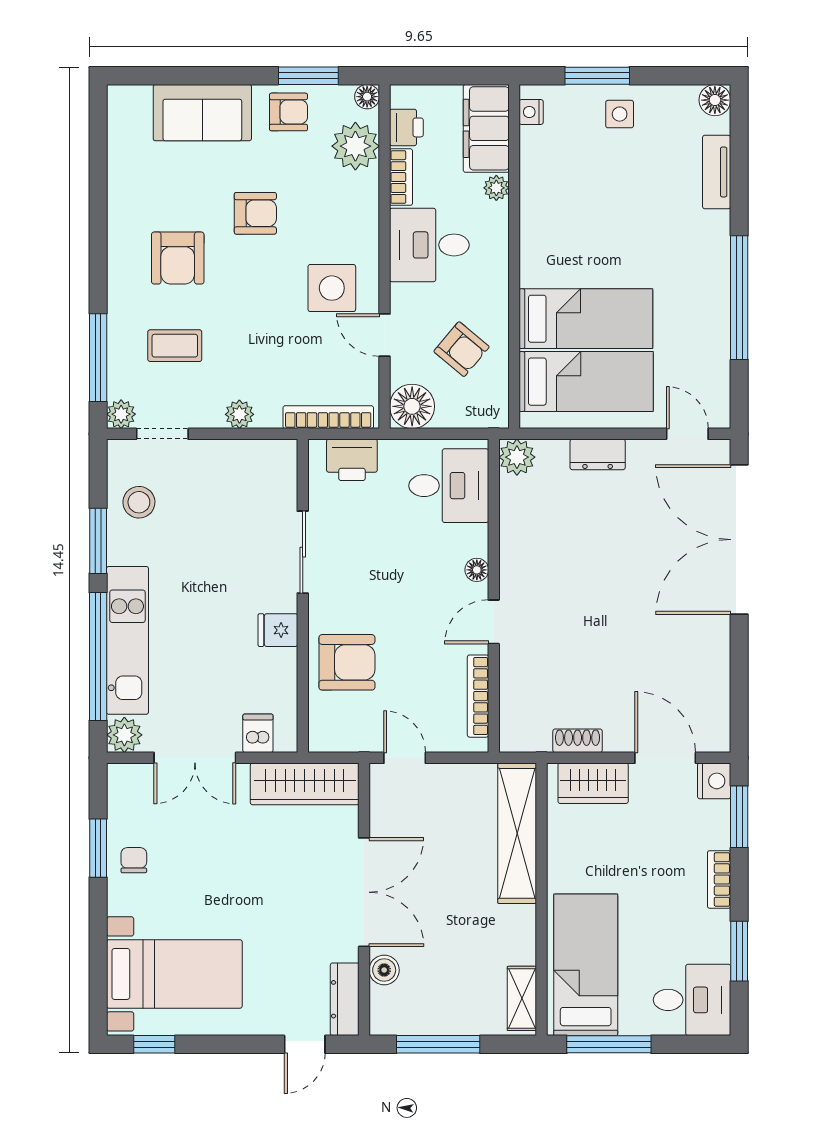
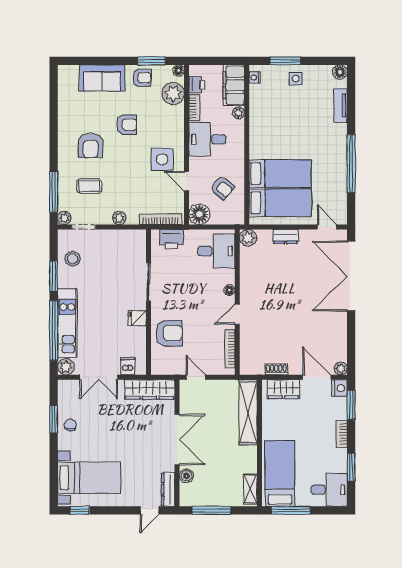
plant: (717, 739) -> (341, 368), added

